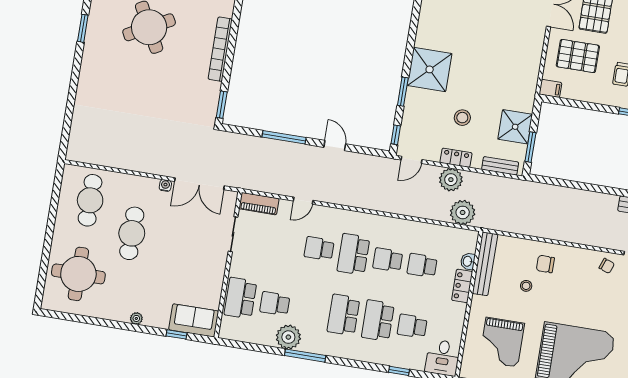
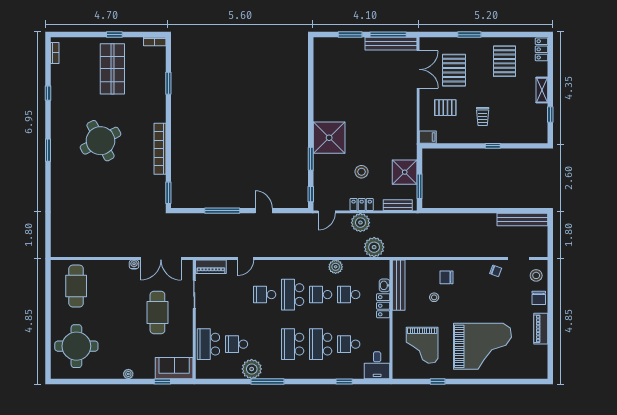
pallet: (578, 56) -> (445, 108), width x0.67, depth x0.71
plant: (412, 229) -> (336, 267), added
cafe table: (132, 233) -> (157, 313), moved

